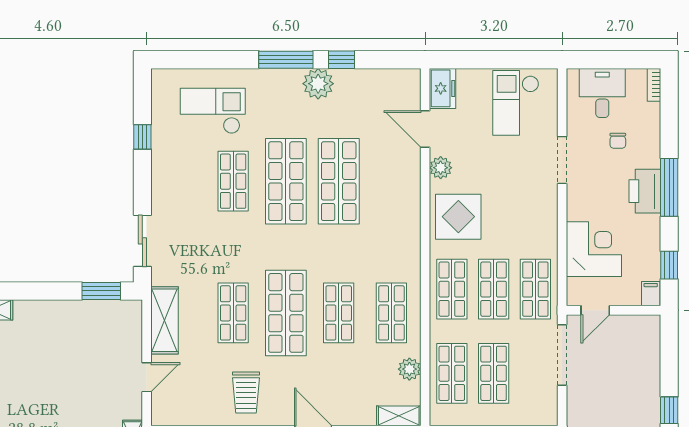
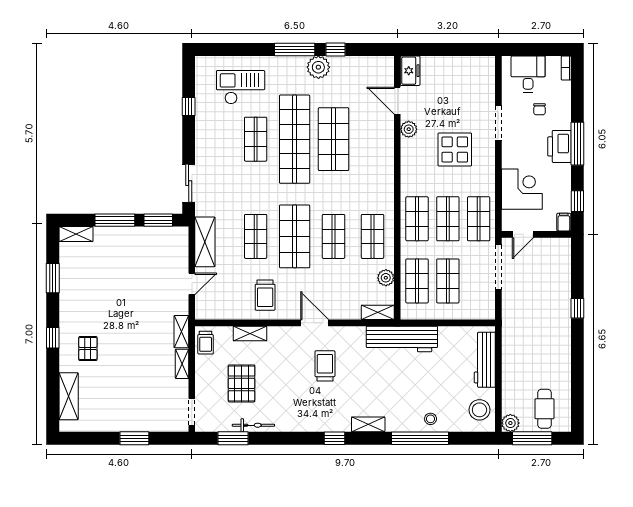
checkout: (516, 103) -> (464, 81), removed
shop shelf: (286, 181) -> (295, 139), width x1.40
display table: (458, 217) -> (455, 149), moved
window: (42, 291) -> (115, 220), added

